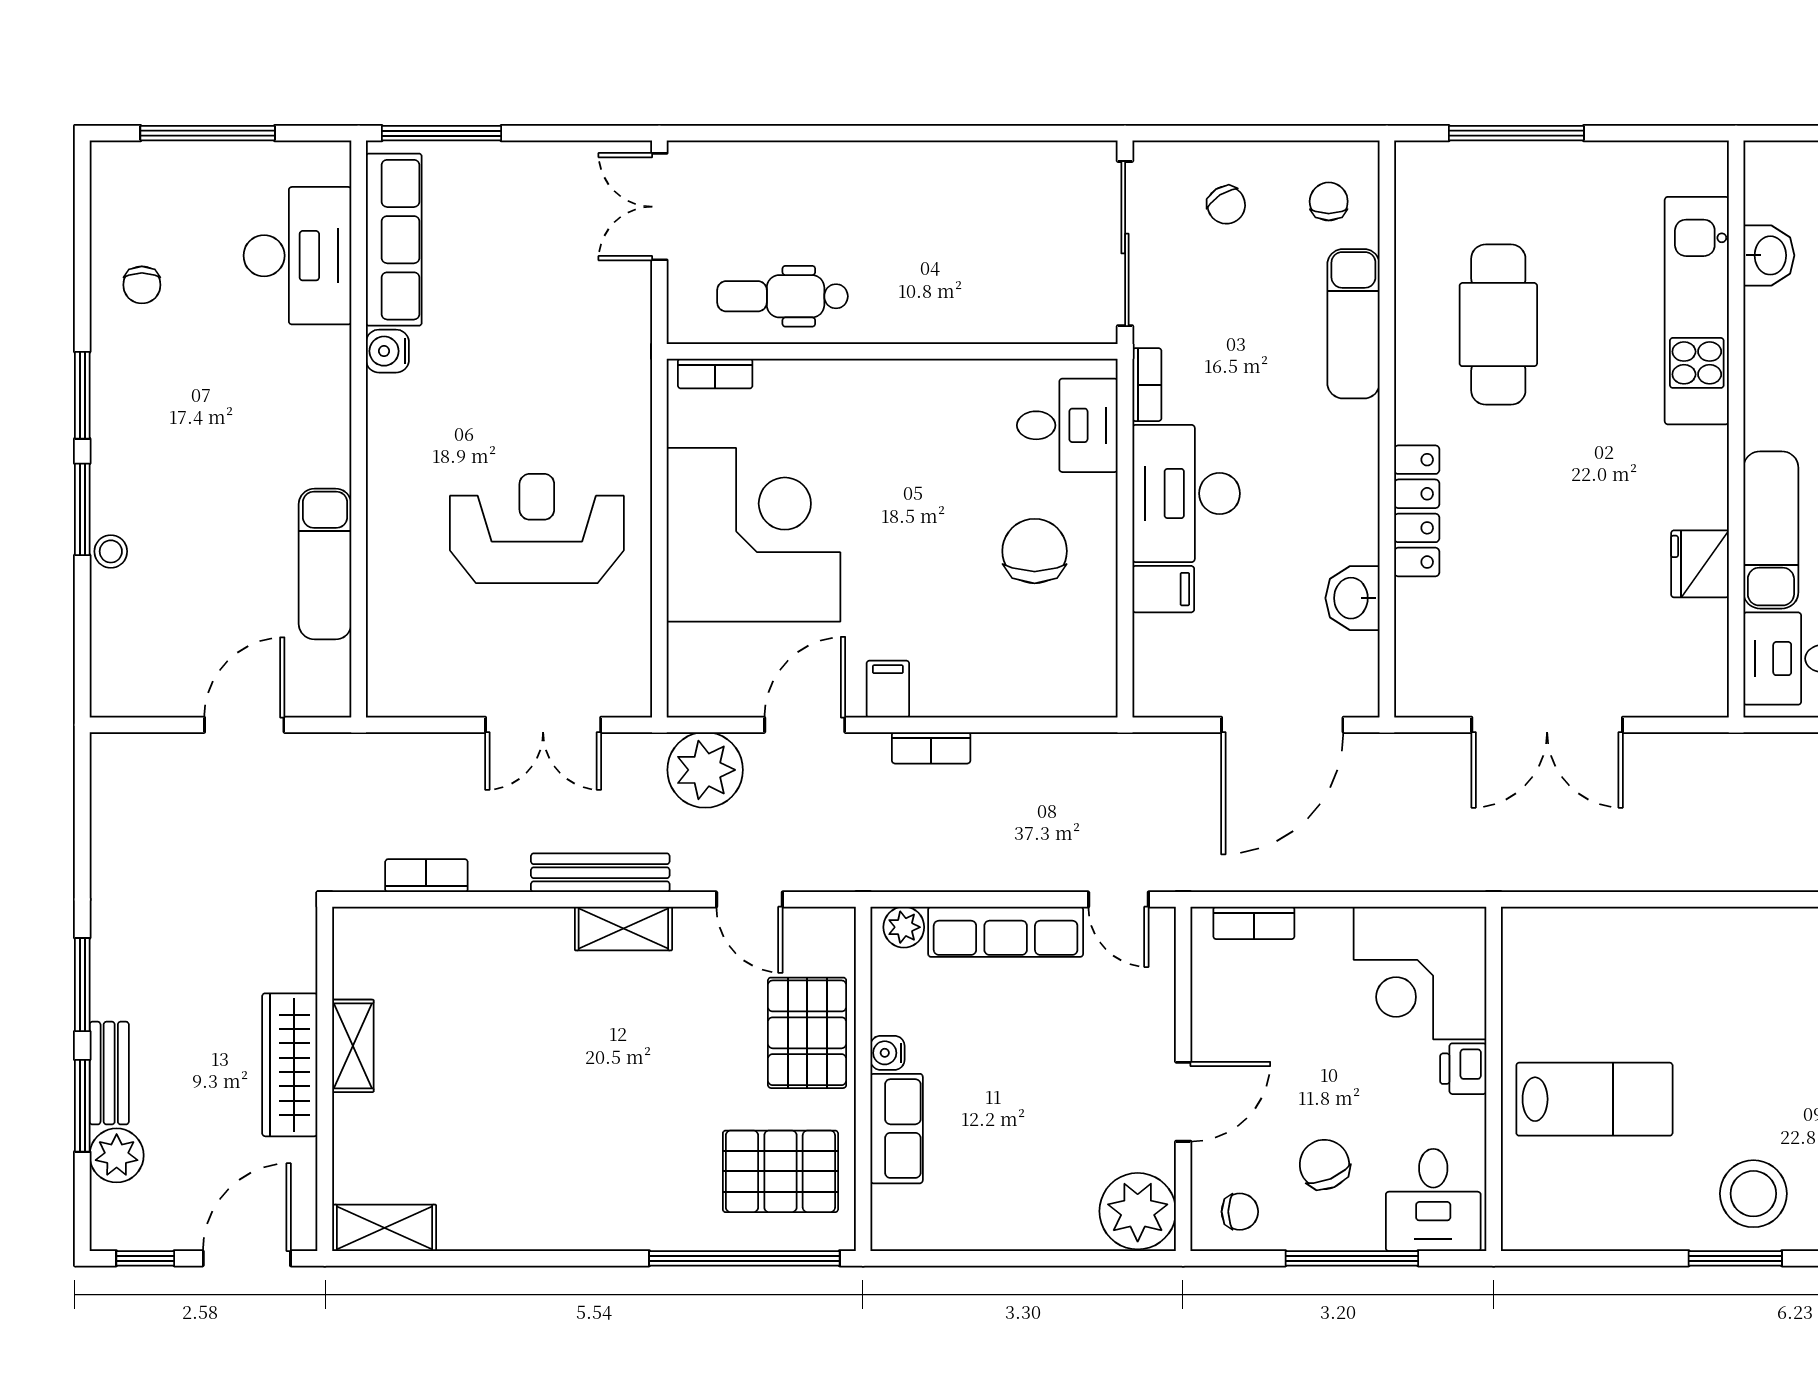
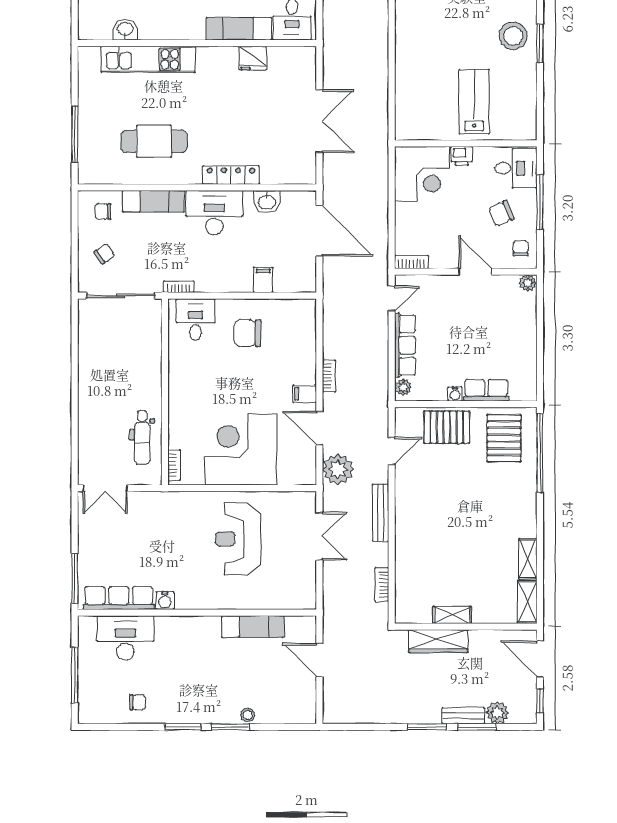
desk: (1186, 493) -> (214, 213), moved, turned 180
bookcase: (1254, 923) -> (411, 262), moved, turned -90
shelving: (623, 929) -> (528, 559), moved
wardrobe: (290, 1065) -> (438, 641), moved
plant: (1138, 1211) -> (528, 283), width x0.53, depth x0.53

